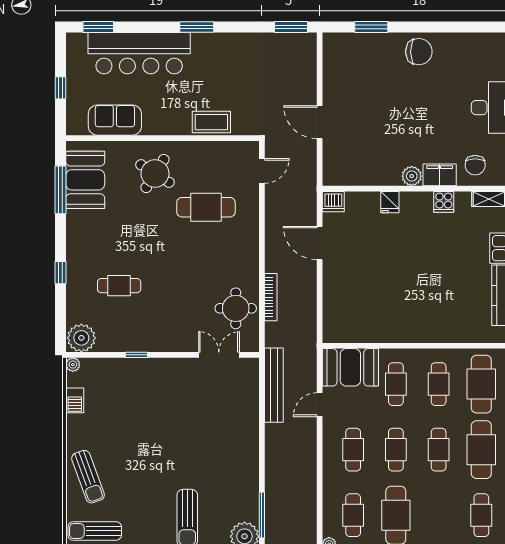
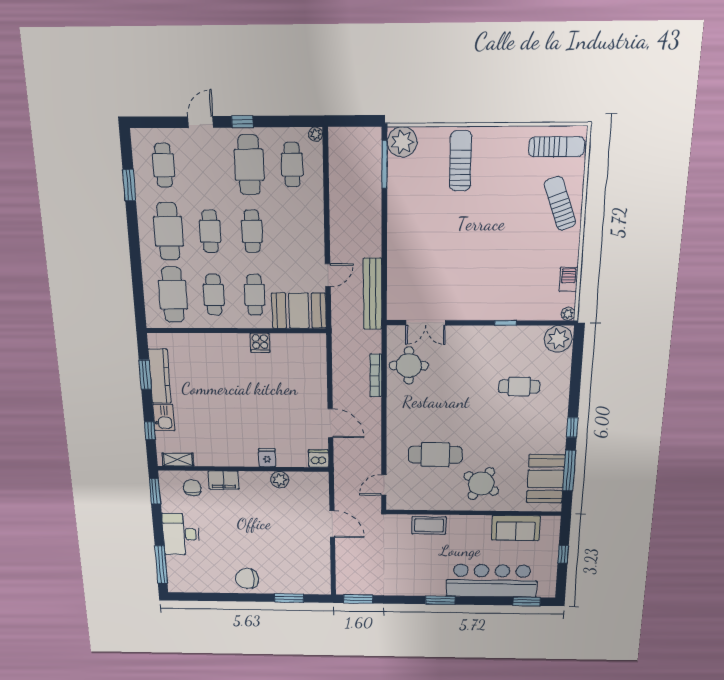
plant: (412, 176) -> (280, 480), moved
cooker: (444, 202) -> (260, 343), moved, turned 180
window: (60, 273) -> (572, 427), moved
cafe table: (353, 450) -> (294, 231), removed

